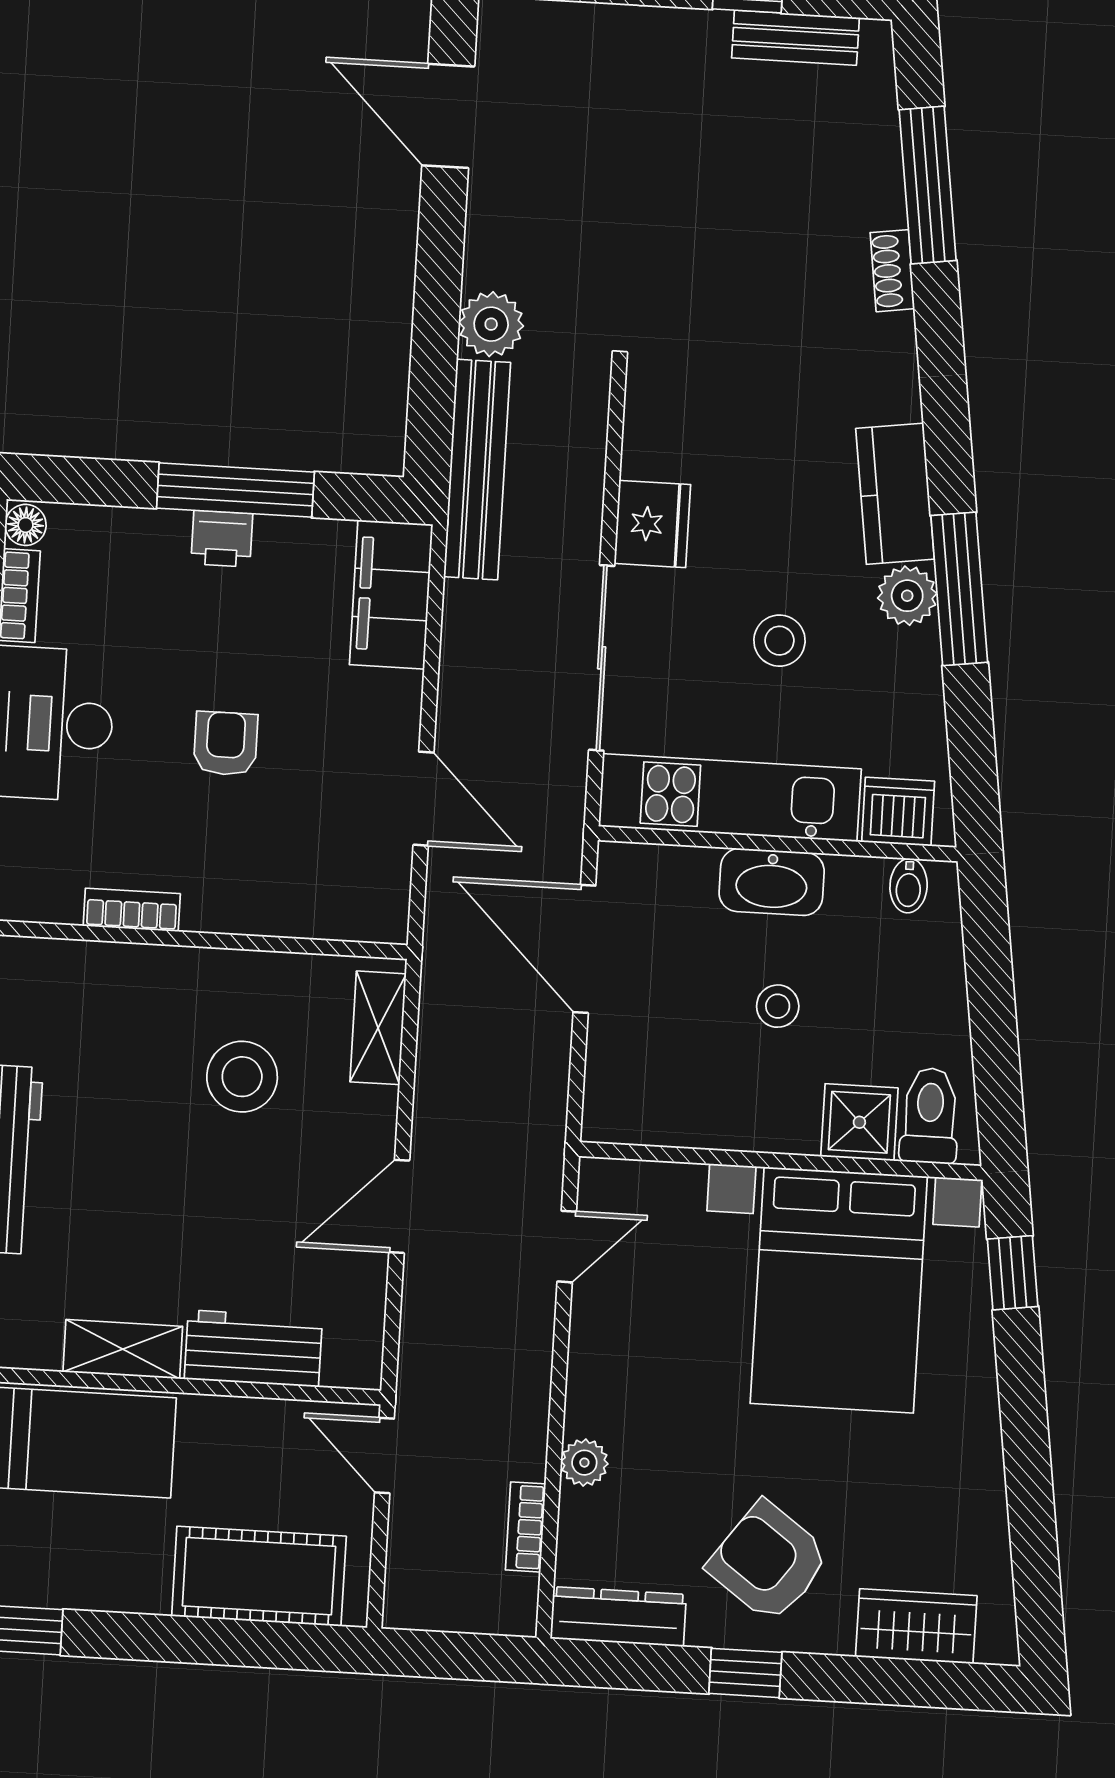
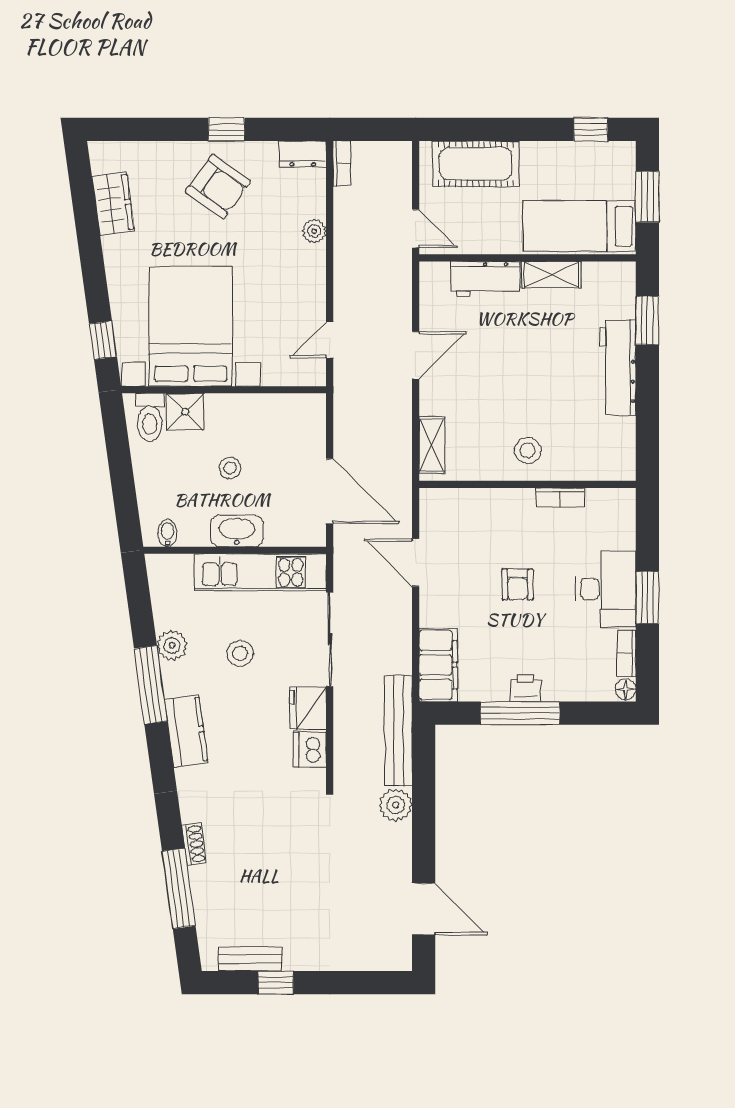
plant: (907, 596) -> (172, 645), moved
dishwasher: (898, 812) -> (310, 750), moved, turned 90
stool: (242, 1077) -> (528, 450), moved, width x0.73, depth x0.73
bookcase: (526, 1527) -> (342, 163), moved
dresser: (618, 1617) -> (303, 154), width x0.70
wardrobe: (916, 1626) -> (113, 204), moved, turned -98

